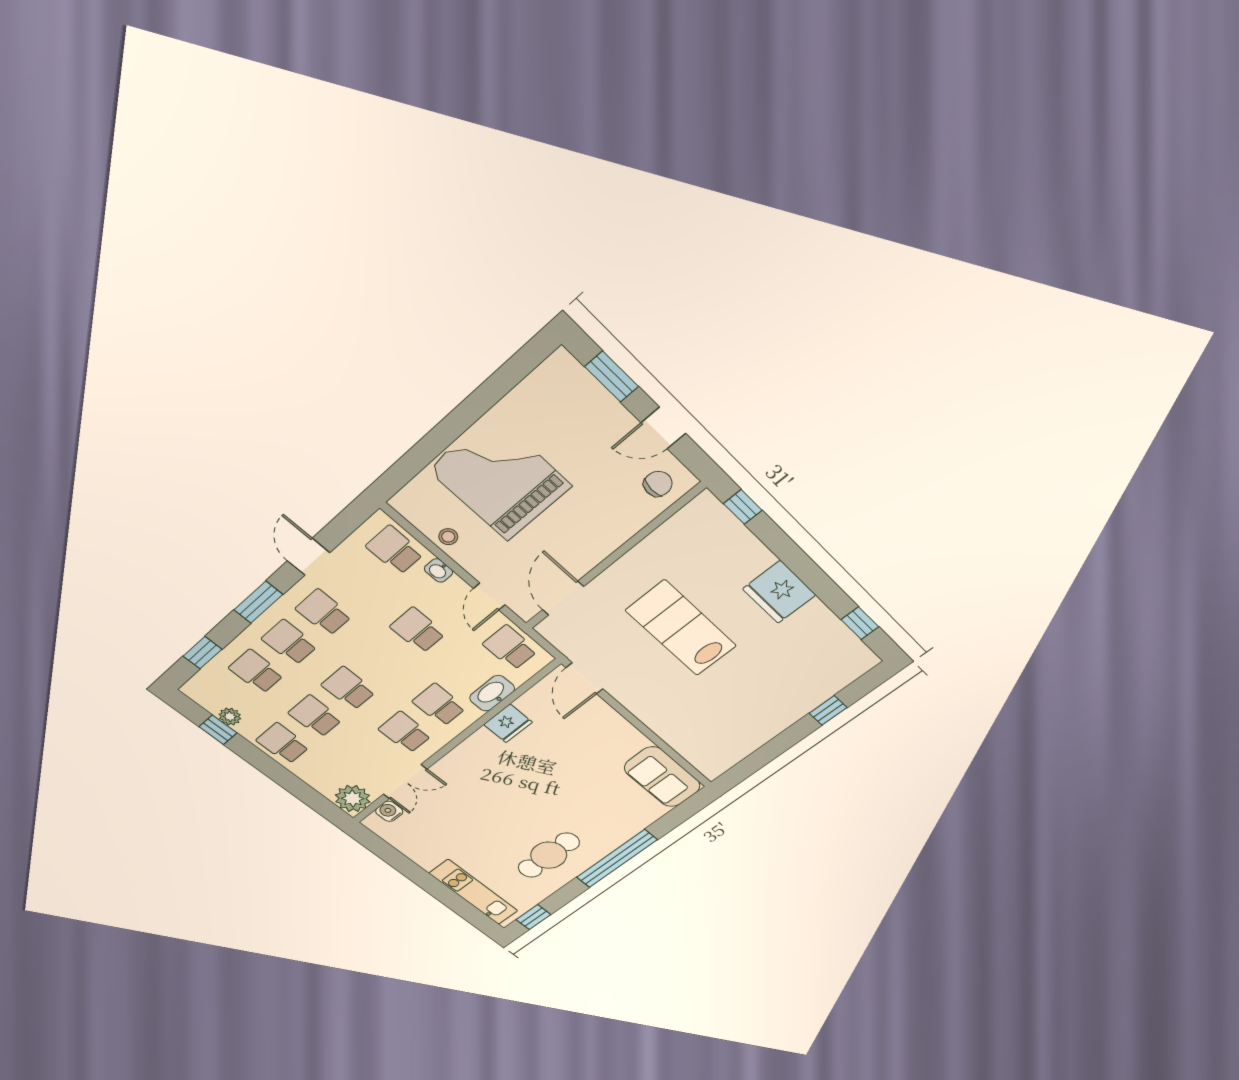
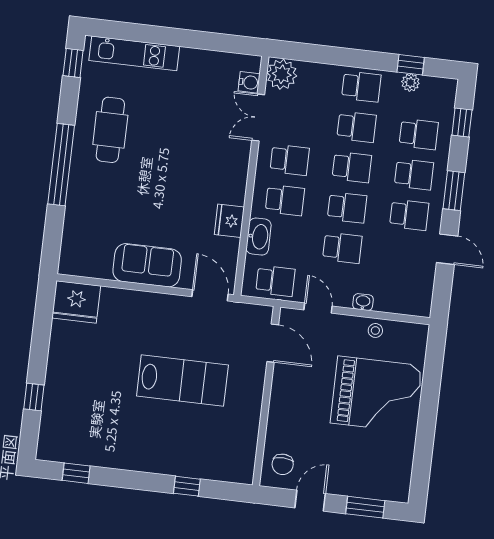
window: (743, 507) -> (187, 486), moved
school desk: (395, 550) -> (347, 207), moved
fridge: (779, 592) -> (76, 302), moved, turned 180
sofa: (662, 777) -> (147, 265), moved

